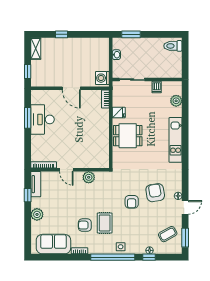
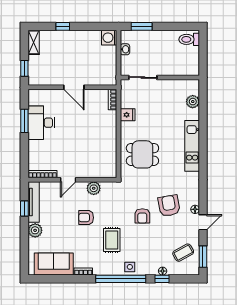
washing machine: (102, 78) -> (109, 38), moved
dishwasher: (157, 87) -> (171, 86), removed
dining table: (128, 136) -> (142, 154), moved
door: (66, 170) -> (68, 180), hinge flipped
tv unit: (36, 184) -> (34, 202), width x1.41
armchair: (85, 225) -> (86, 218), moved

